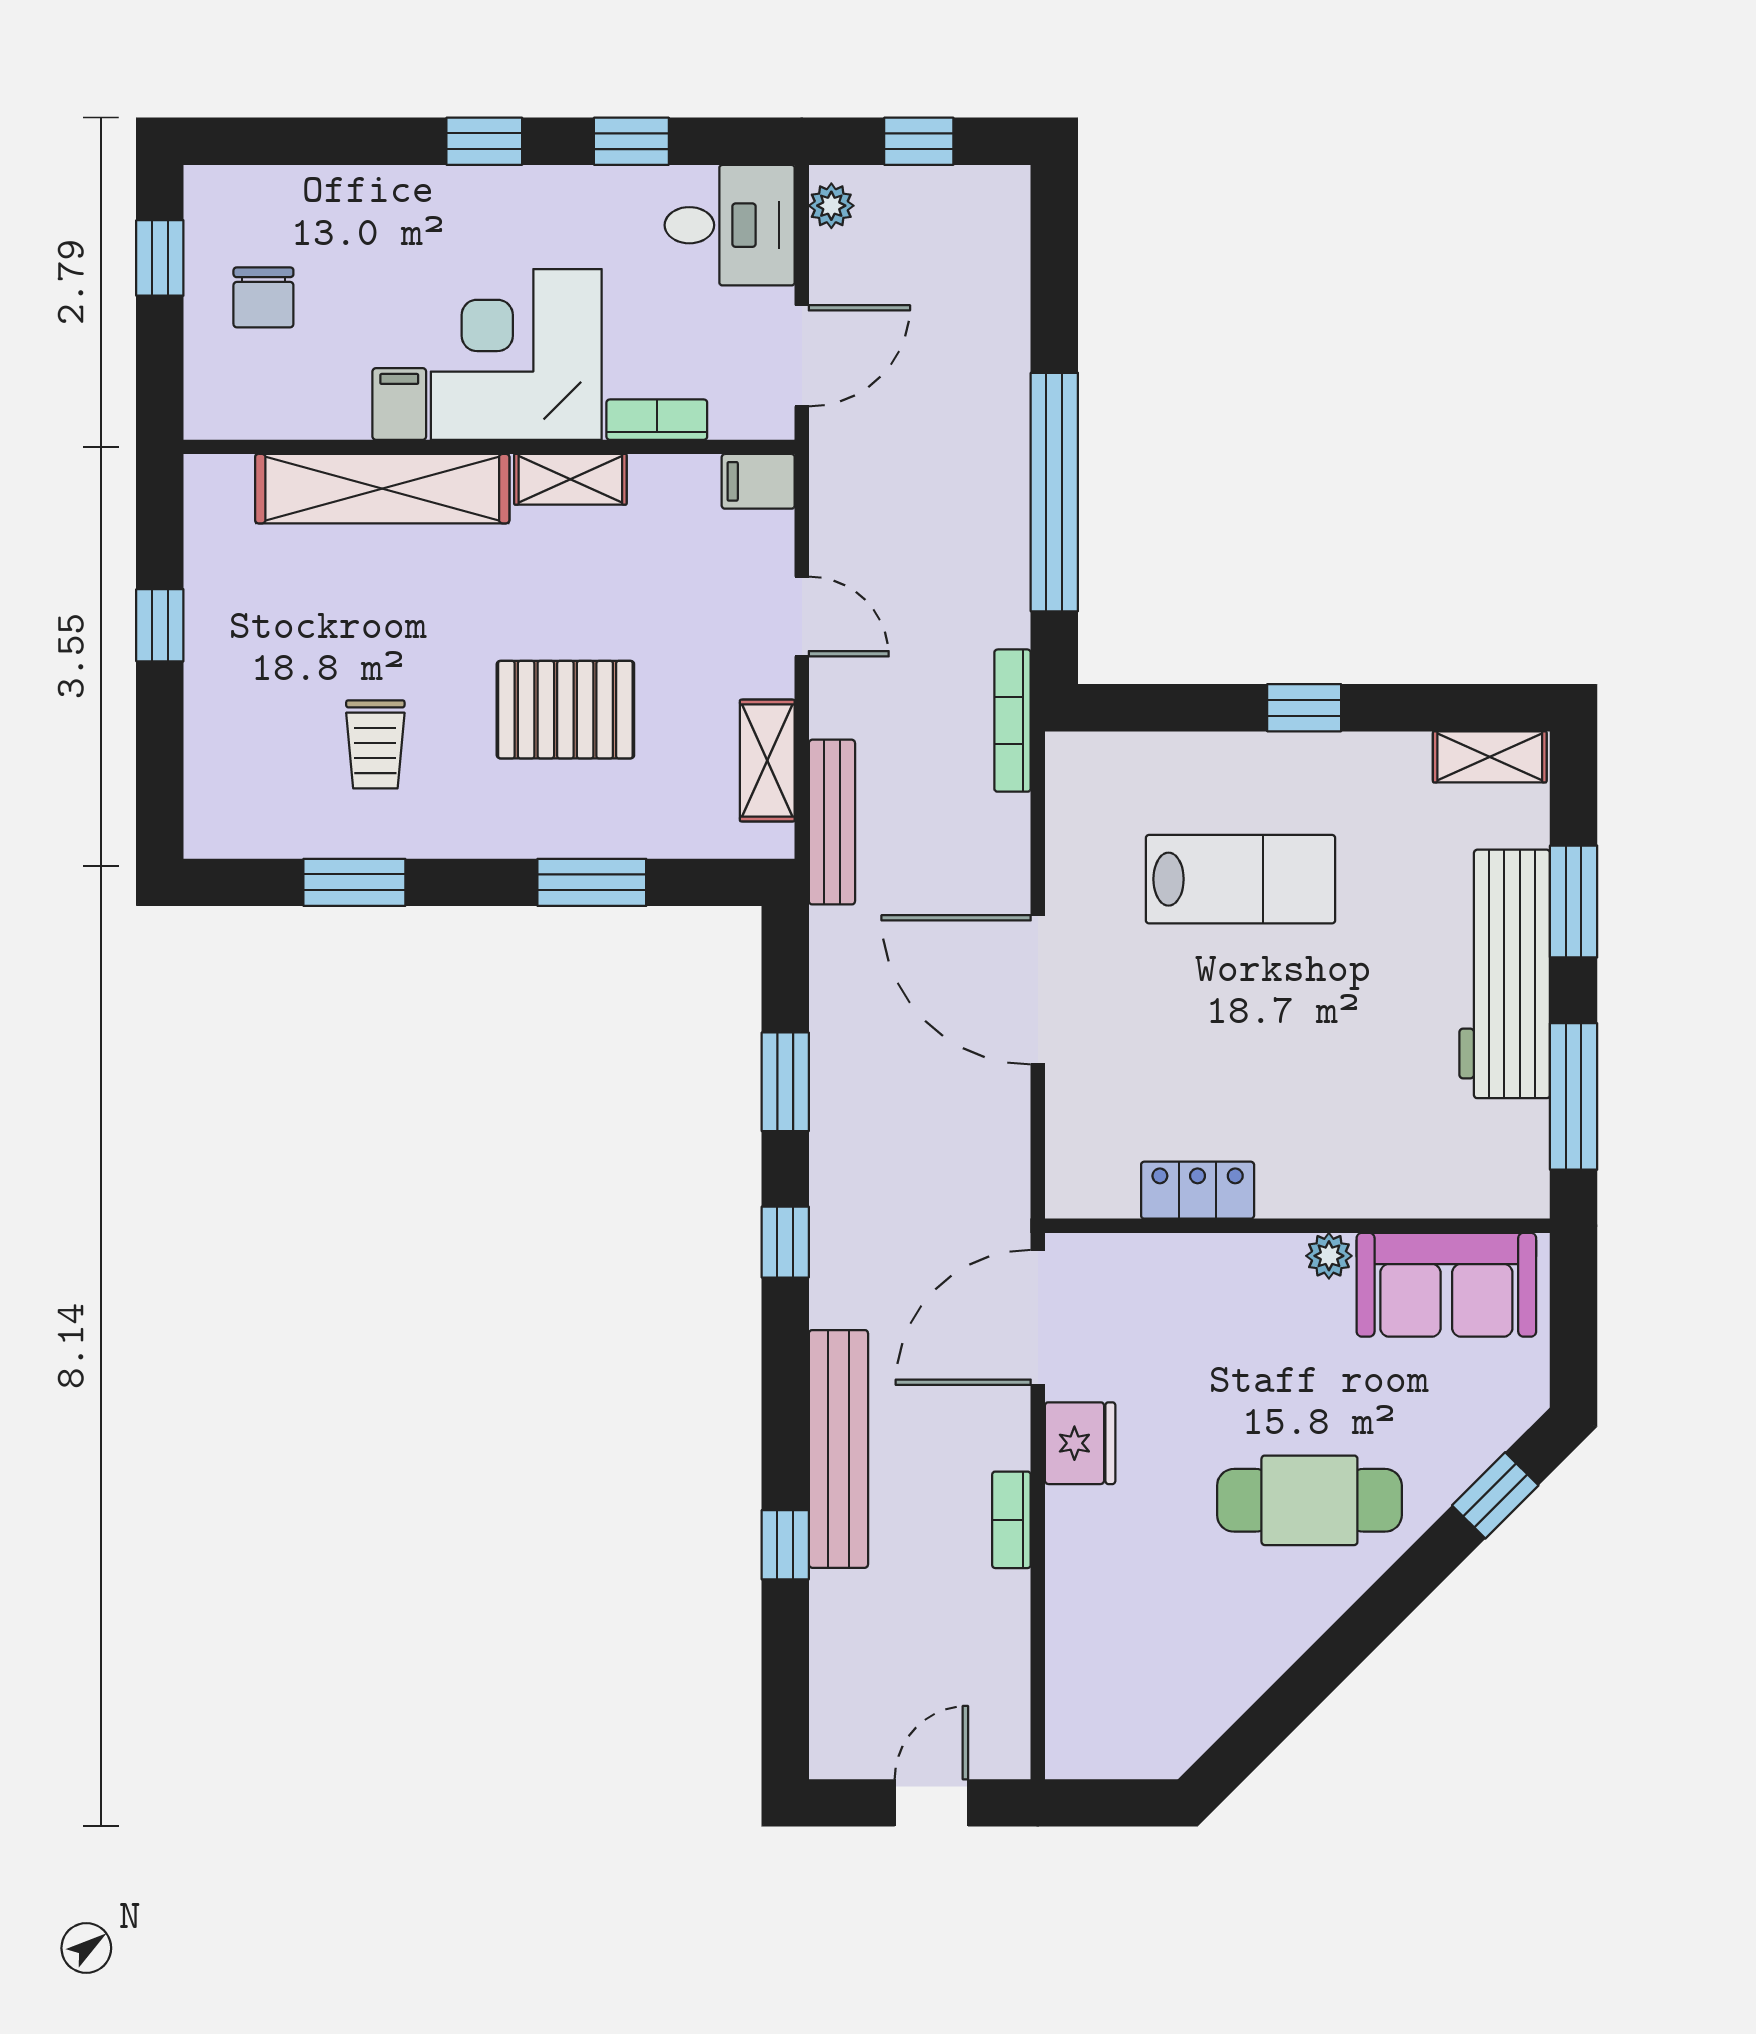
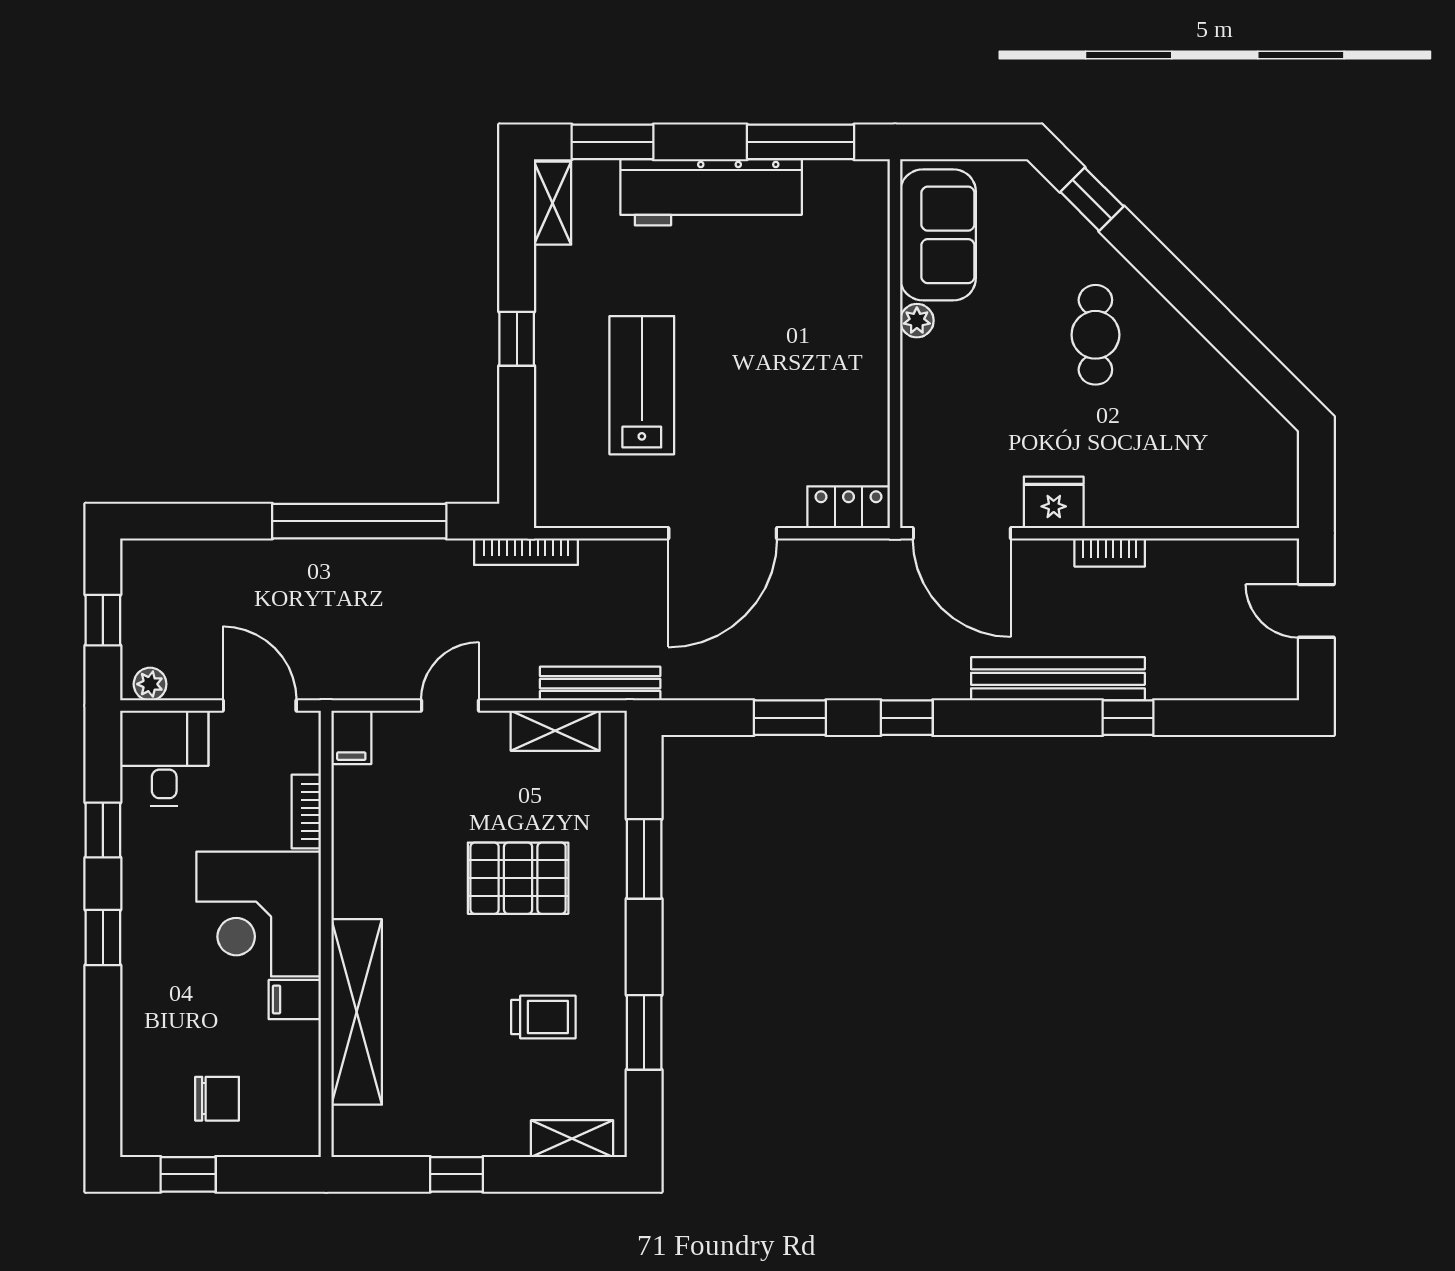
shelving: (570, 479) -> (572, 1139), moved, turned 90
pallet: (565, 710) -> (518, 878), turned 90
window: (1574, 902) -> (612, 142), moved
locker: (1198, 1190) -> (849, 507), moved, turned 90
cafe table: (1309, 1500) -> (1095, 335), width x0.73, depth x0.74

